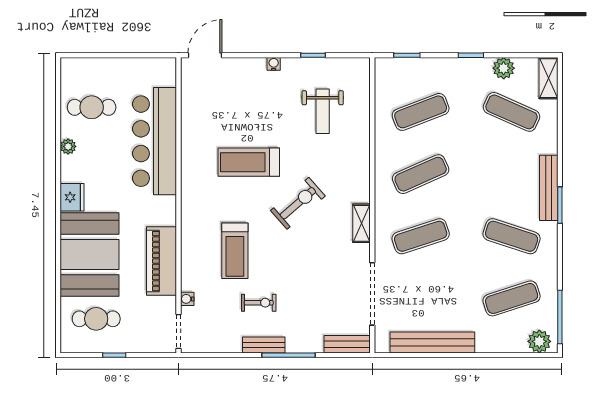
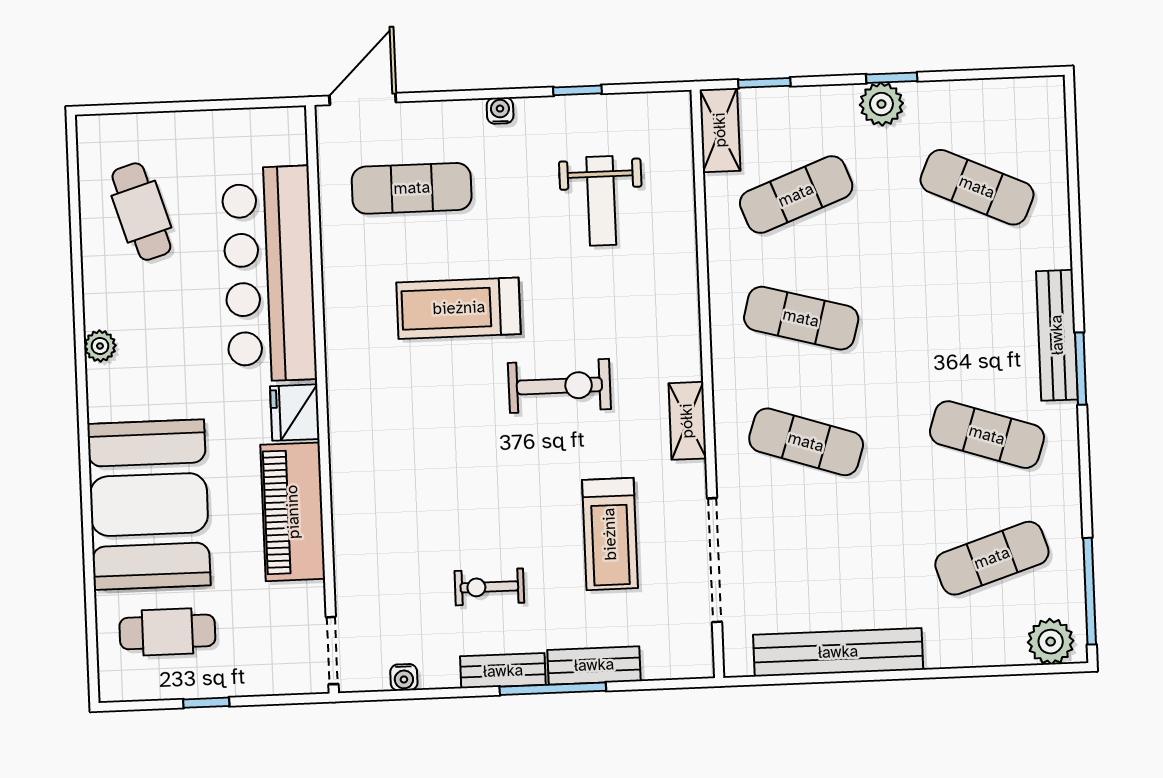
plant: (504, 68) -> (881, 104), moved
shelving: (548, 78) -> (720, 130), moved
exercise mat: (228, 101) -> (412, 188), added
cafe table: (92, 107) -> (141, 212), turned 73
plant: (68, 146) -> (100, 346), moved
exercise mat: (421, 174) -> (801, 318), turned 39
fridge: (72, 197) -> (295, 413), moved, turned 180
exercise bike: (298, 203) -> (559, 386), turned 41
exercise mat: (421, 236) -> (806, 442), turned 36
treadmill: (235, 251) -> (610, 534), moved
water cooler: (187, 299) -> (404, 677), moved, turned -90
exercise bike: (259, 303) -> (489, 587), turned 180
bench: (347, 344) -> (594, 665), moved

